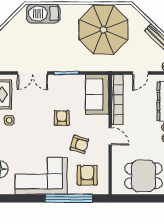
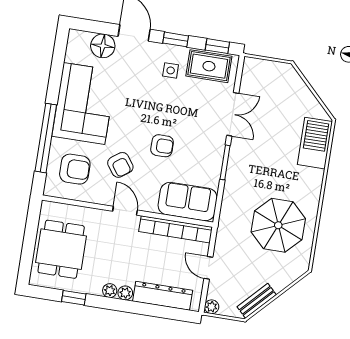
parasol: (103, 30) -> (278, 225), width x0.73, depth x0.73
double door: (32, 73) -> (233, 114), swing flipped
door: (110, 136) -> (125, 211), swing flipped
armchair: (79, 144) -> (120, 165), turned -53

